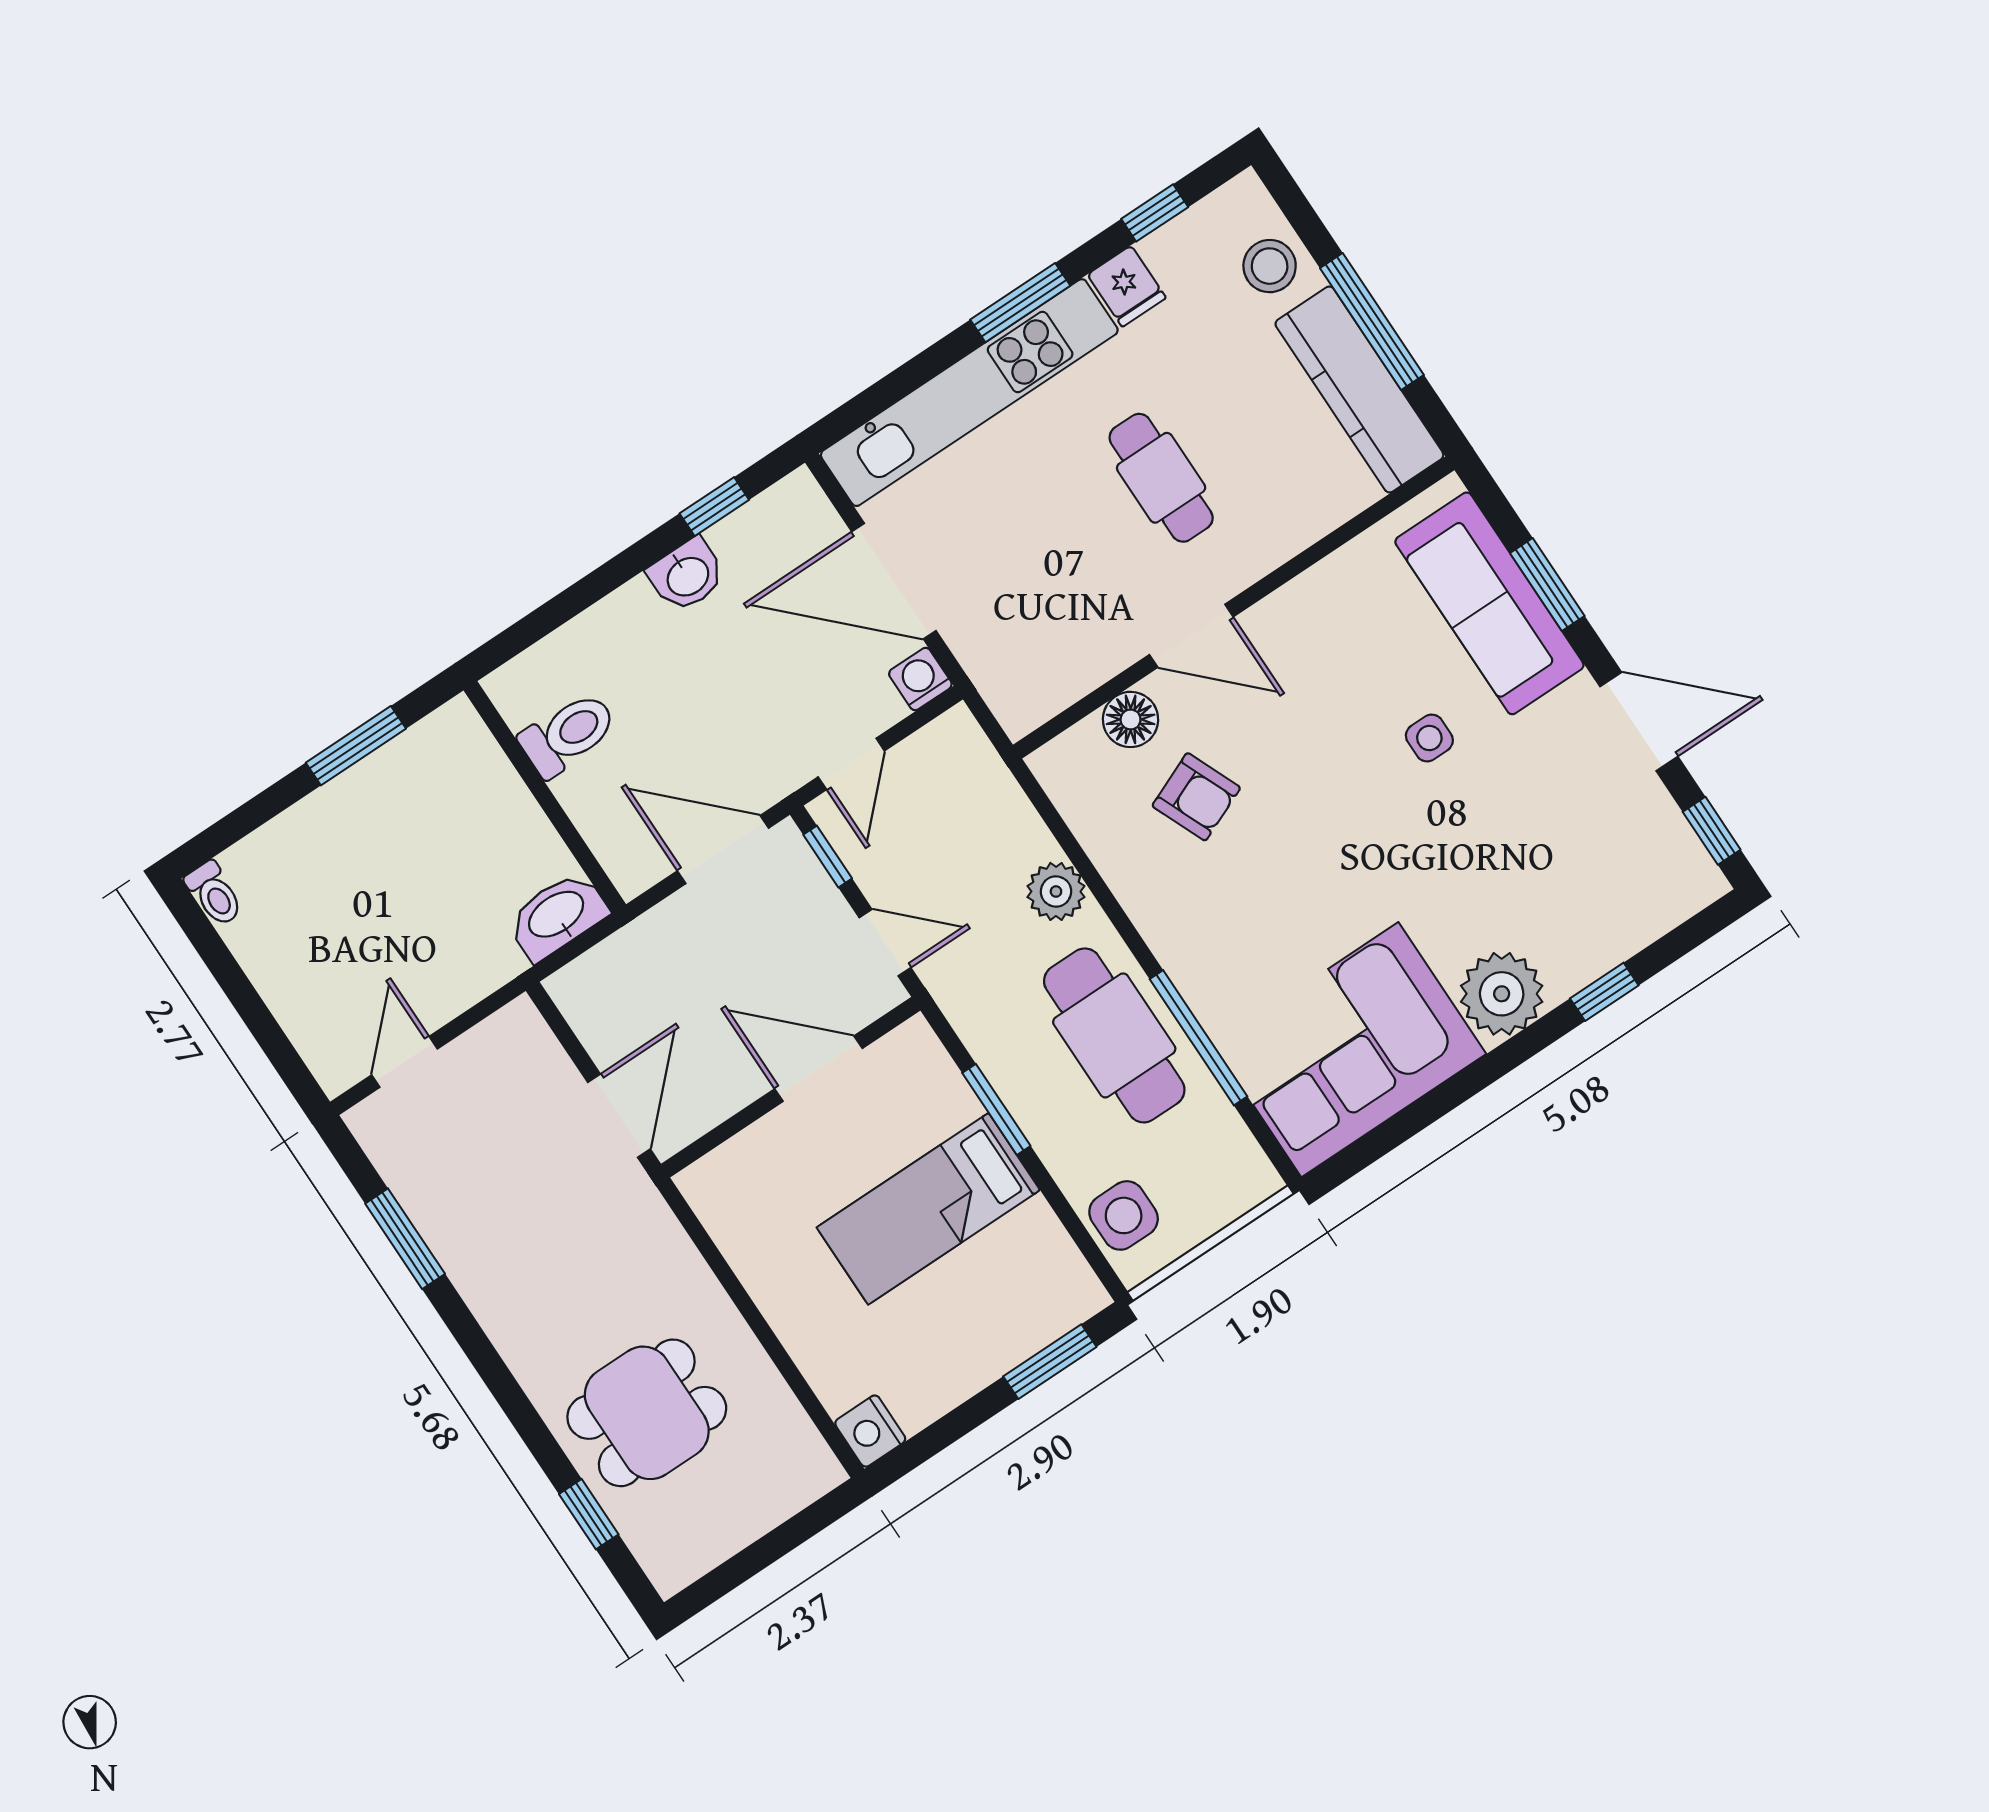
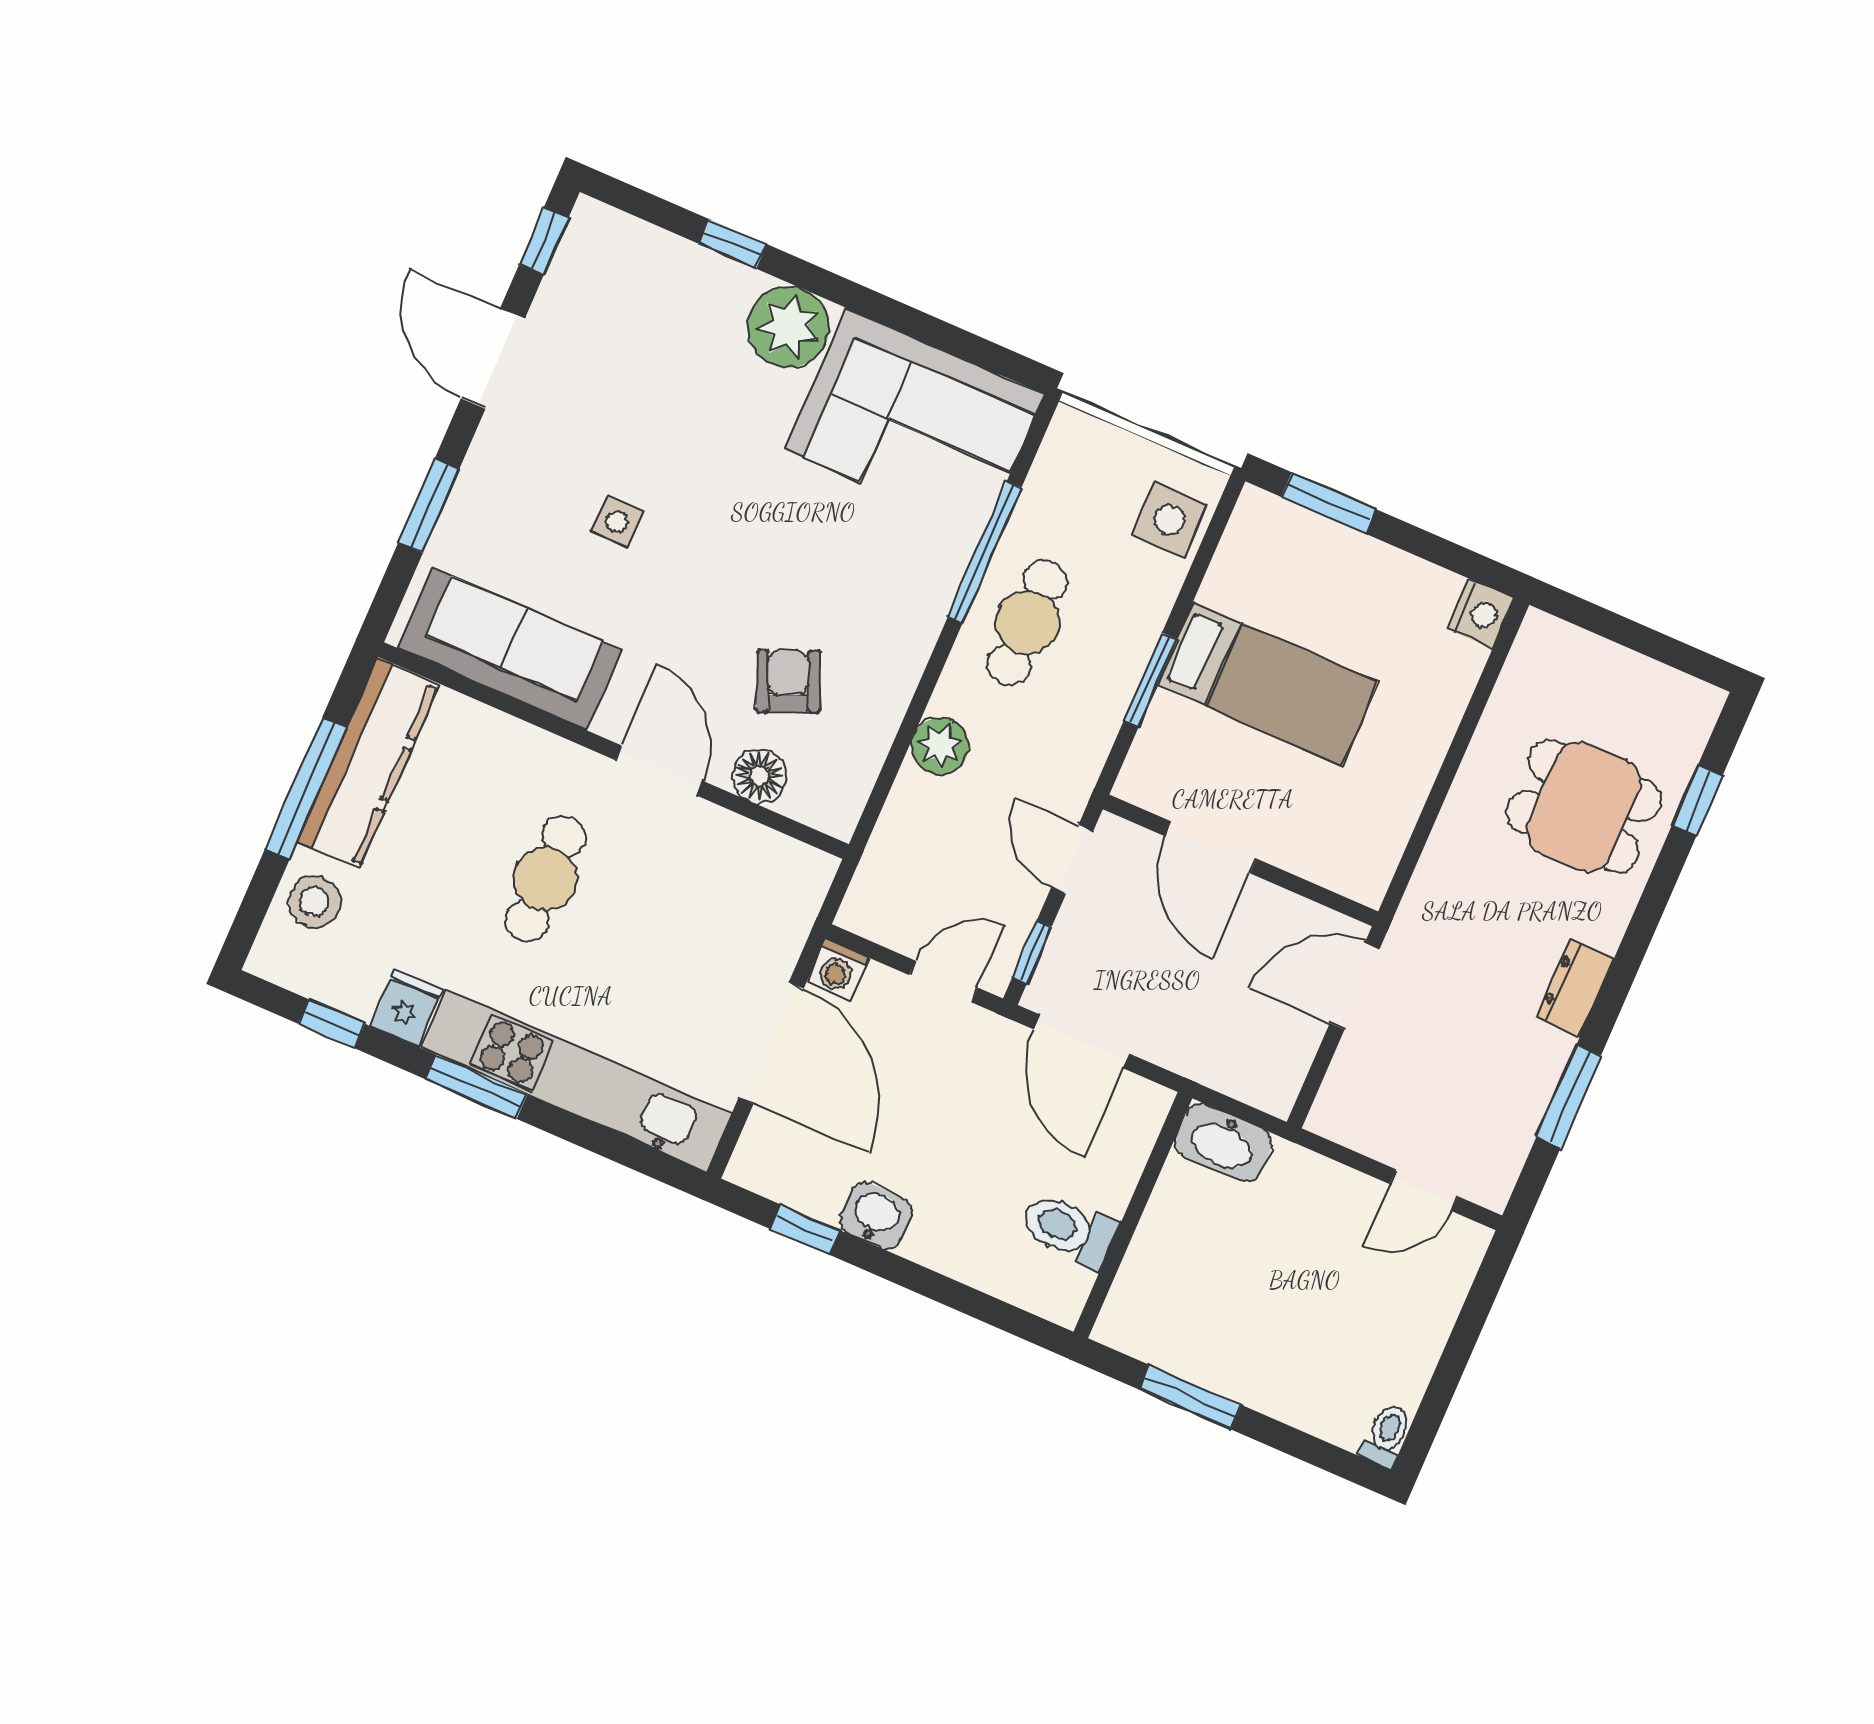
sofa: (1489, 603) -> (509, 649), moved, turned -90
cafe table: (1114, 1035) -> (1027, 622), width x0.73, depth x0.74
dresser: (496, 1305) -> (1575, 987), added

